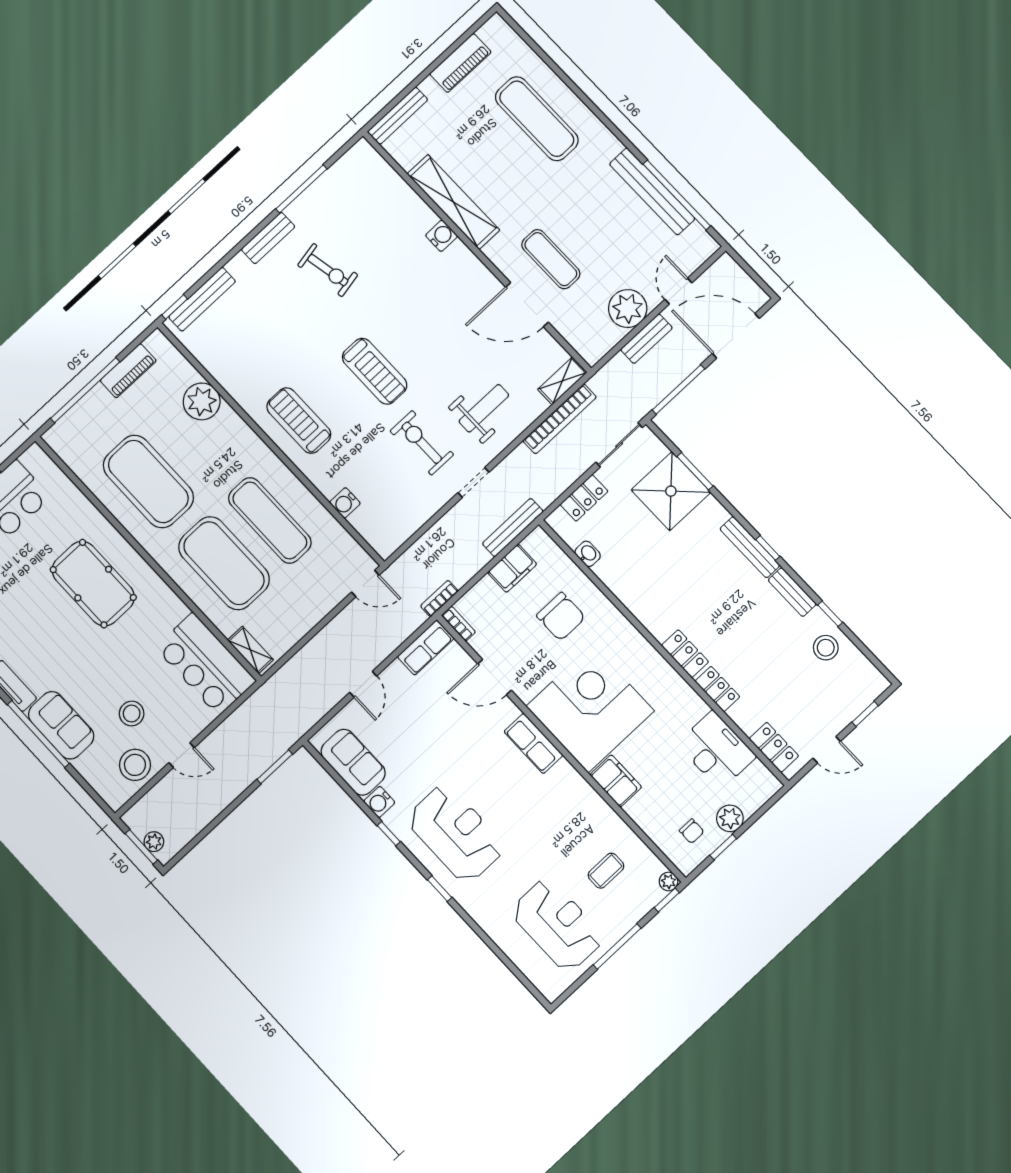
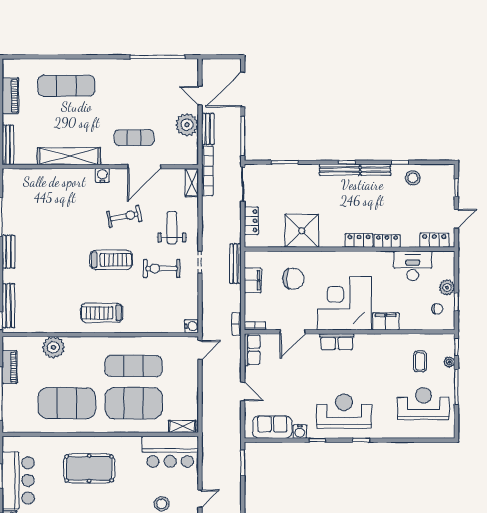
bench: (652, 191) -> (146, 66), removed
water cooler: (442, 236) -> (102, 175), moved
exercise bike: (328, 270) -> (124, 216), moved
bookcase: (560, 419) -> (207, 171), moved
shower: (671, 491) -> (302, 231), moved
water cooler: (345, 503) -> (192, 326), moved, turned -90
washbasin: (588, 554) -> (277, 242), removed
plant: (669, 881) -> (449, 362), moved

